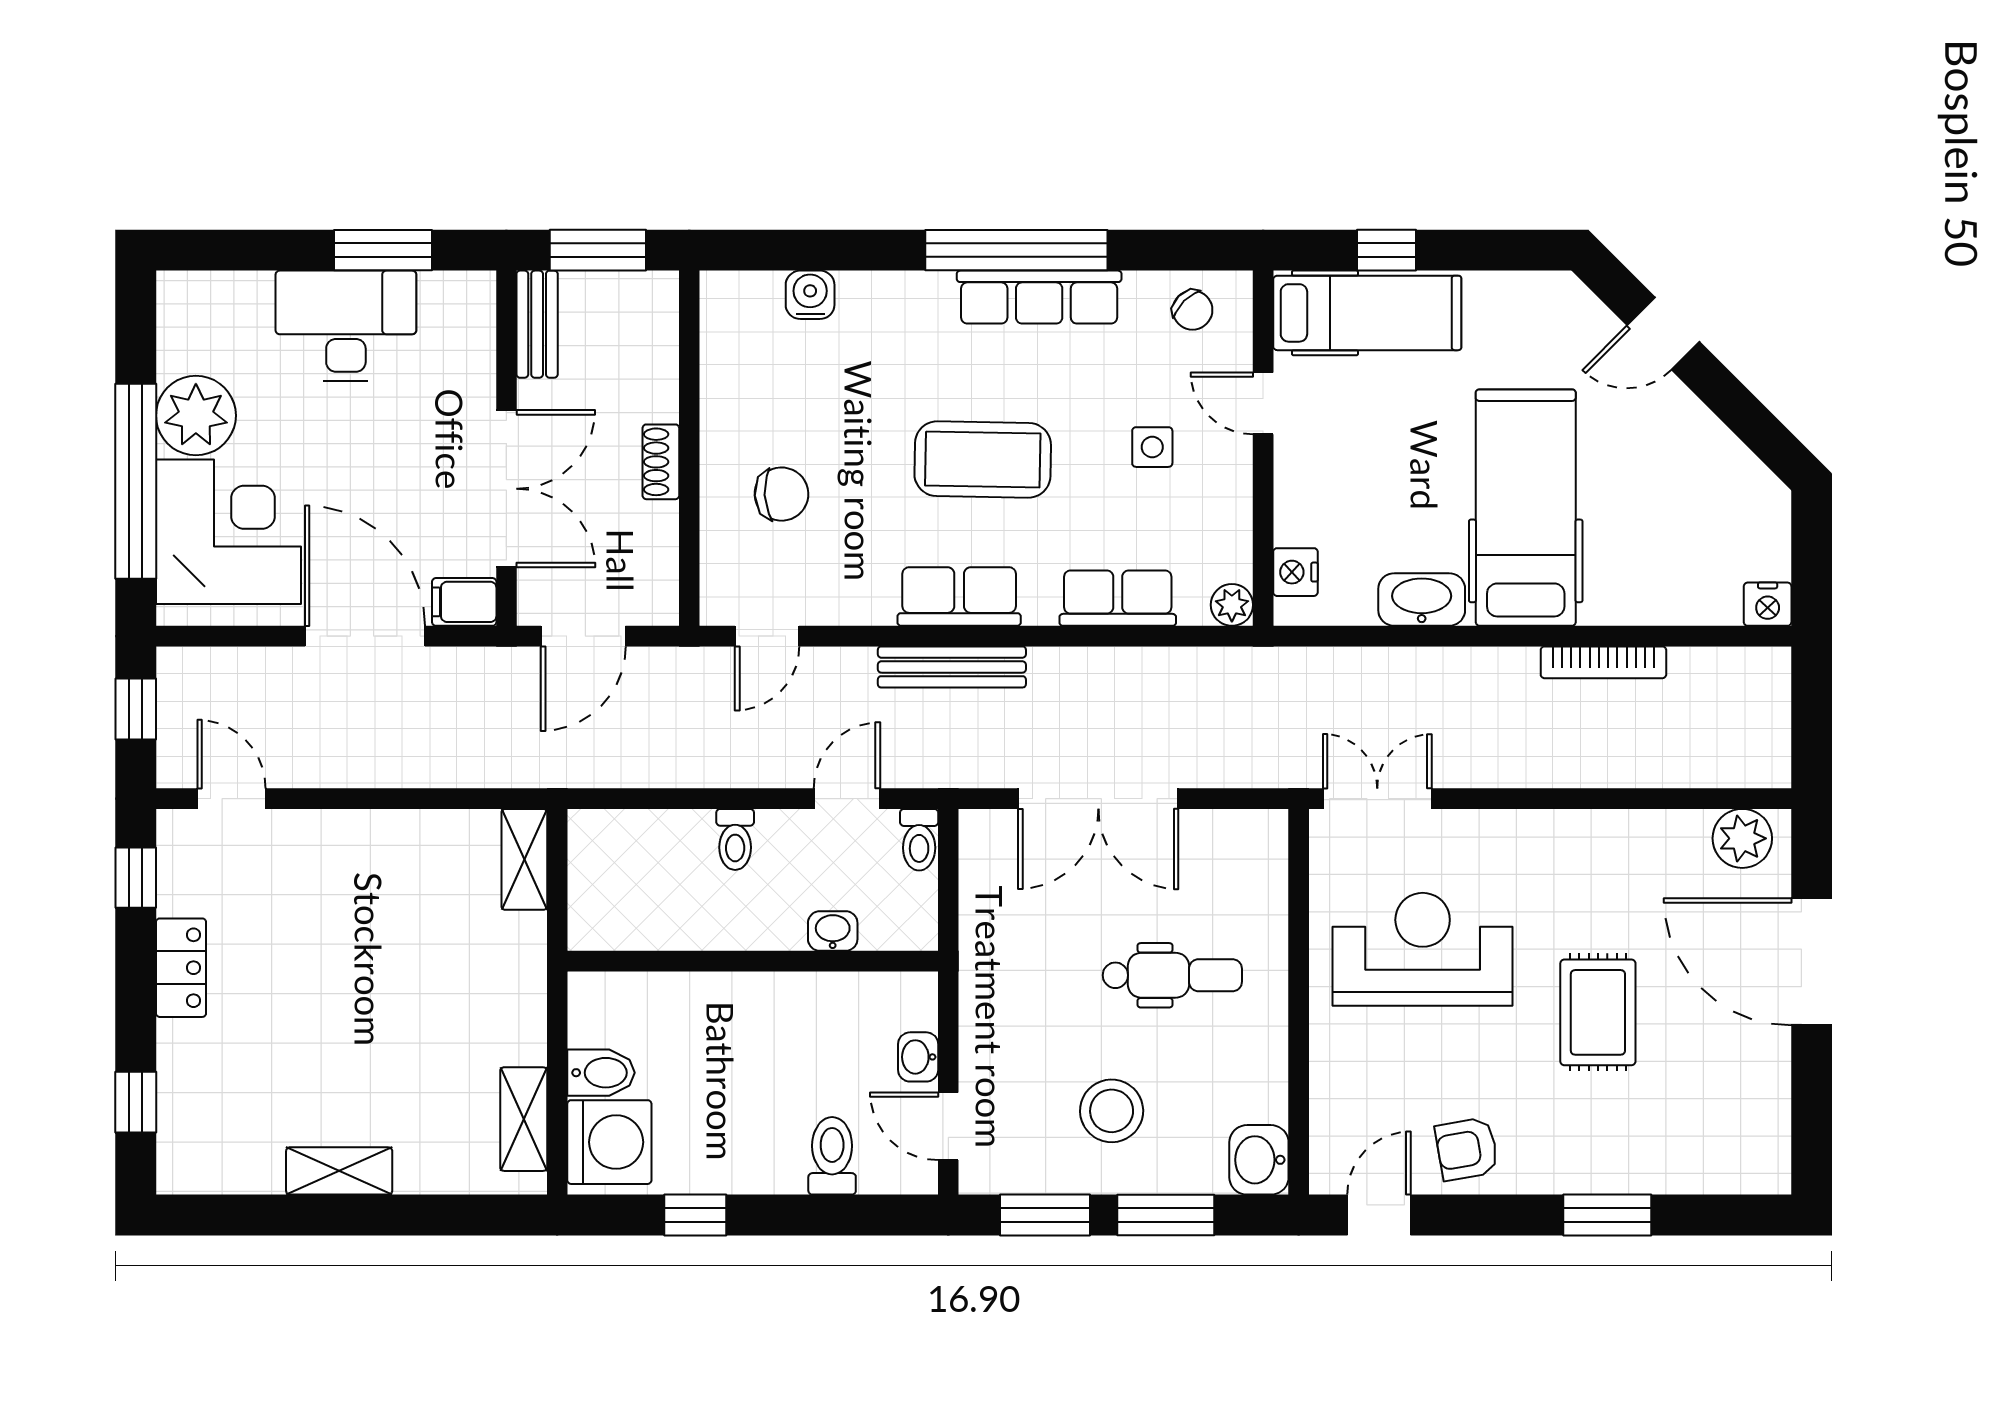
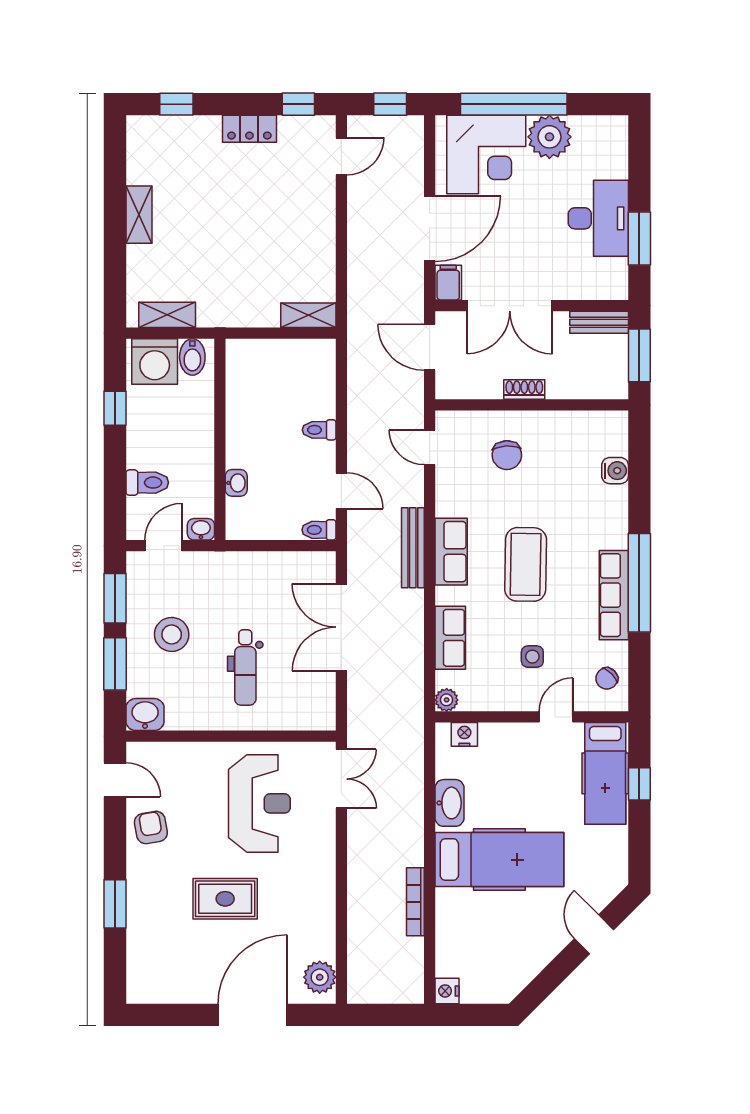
washbasin: (833, 931) -> (236, 483), moved
wall: (753, 961) -> (220, 439), moved

